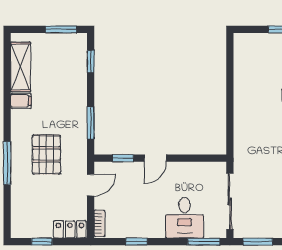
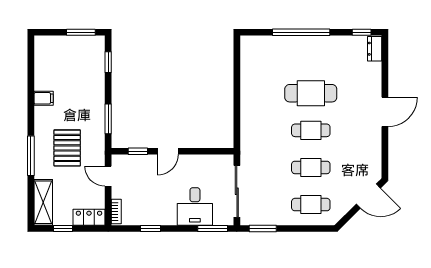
shelving: (21, 67) -> (43, 202), moved
door: (91, 185) -> (108, 176), swing flipped

